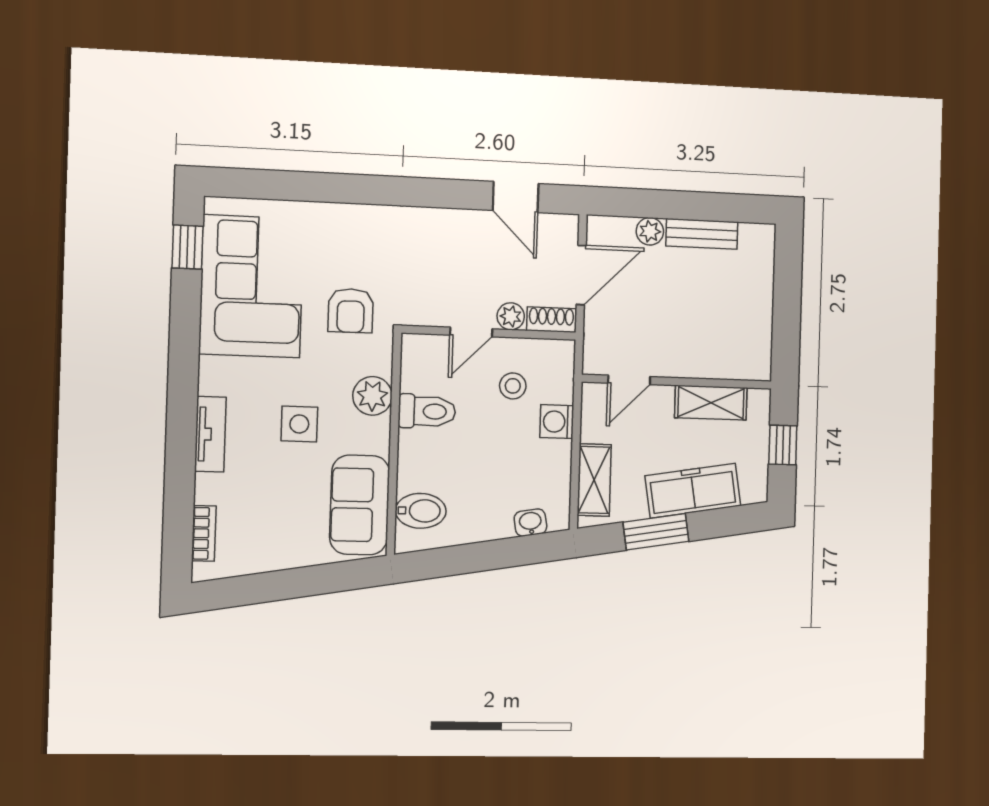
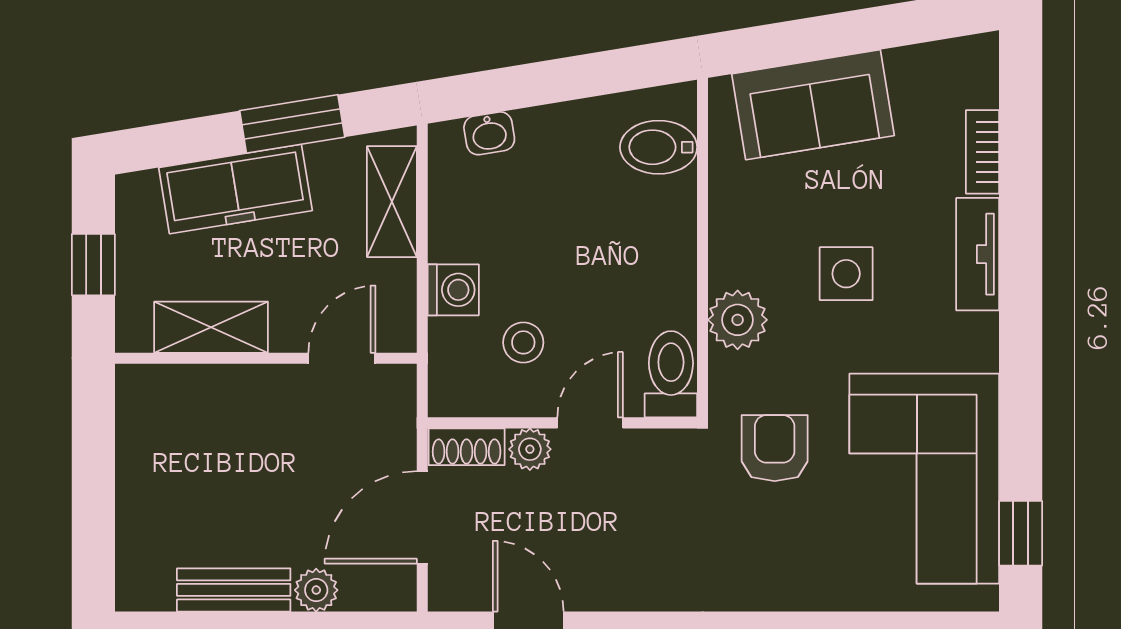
toilet: (427, 411) -> (671, 374), moved, turned 90
sofa: (360, 505) -> (813, 105), moved, turned 81
bookcase: (204, 533) -> (982, 152), moved

